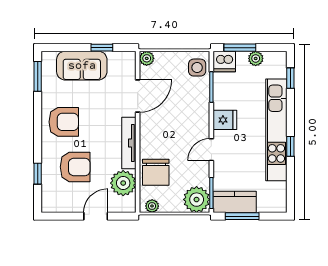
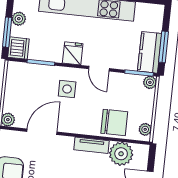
side table: (197, 68) -> (67, 89), moved
door: (138, 96) -> (42, 132), hinge flipped
tv unit: (129, 143) -> (92, 145), width x0.71
plant: (197, 200) -> (150, 82), width x0.53, depth x0.53

